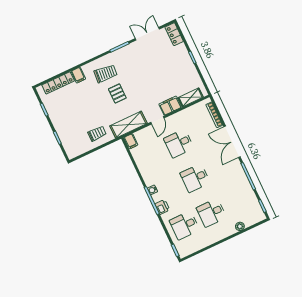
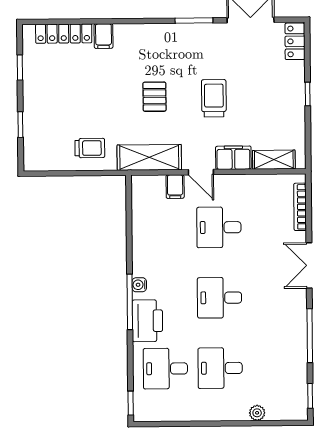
trolley: (106, 73) -> (214, 98), moved, turned -95
door: (157, 120) -> (201, 172), hinge flipped
filing cabinet: (131, 141) -> (175, 187), moved
double door: (232, 142) -> (309, 265), width x0.73
printer: (162, 207) -> (147, 321), width x1.87, depth x1.48

